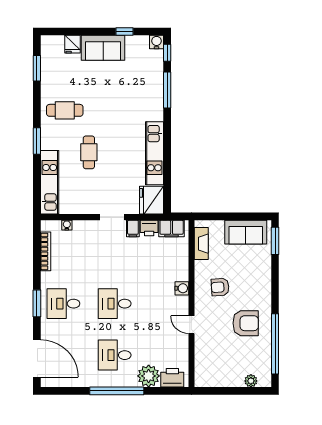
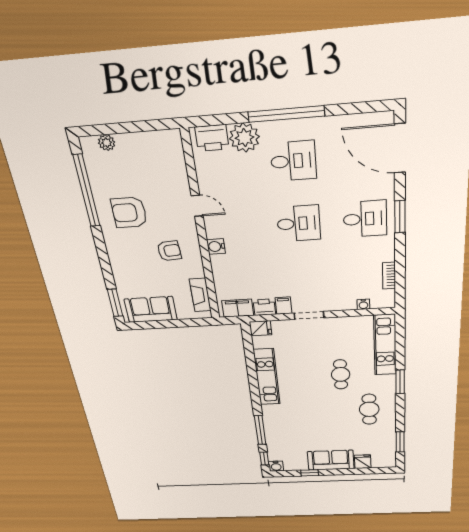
cafe table: (65, 110) -> (369, 409), turned 90
fridge: (151, 200) -> (261, 328), width x0.53, depth x0.75
bookcase: (46, 251) -> (389, 276), width x0.64

